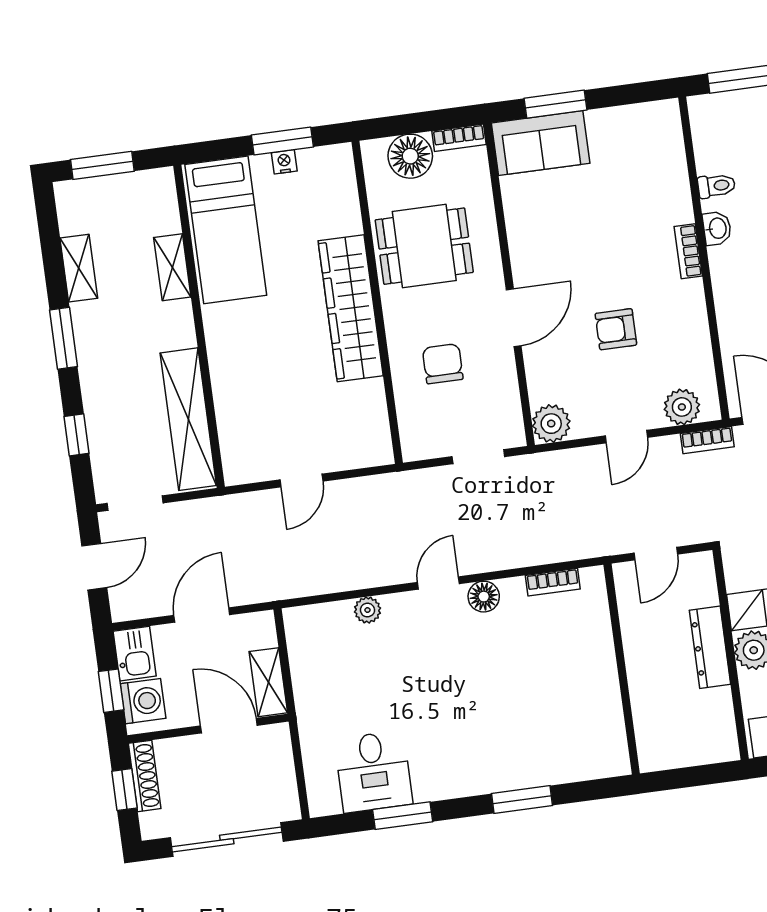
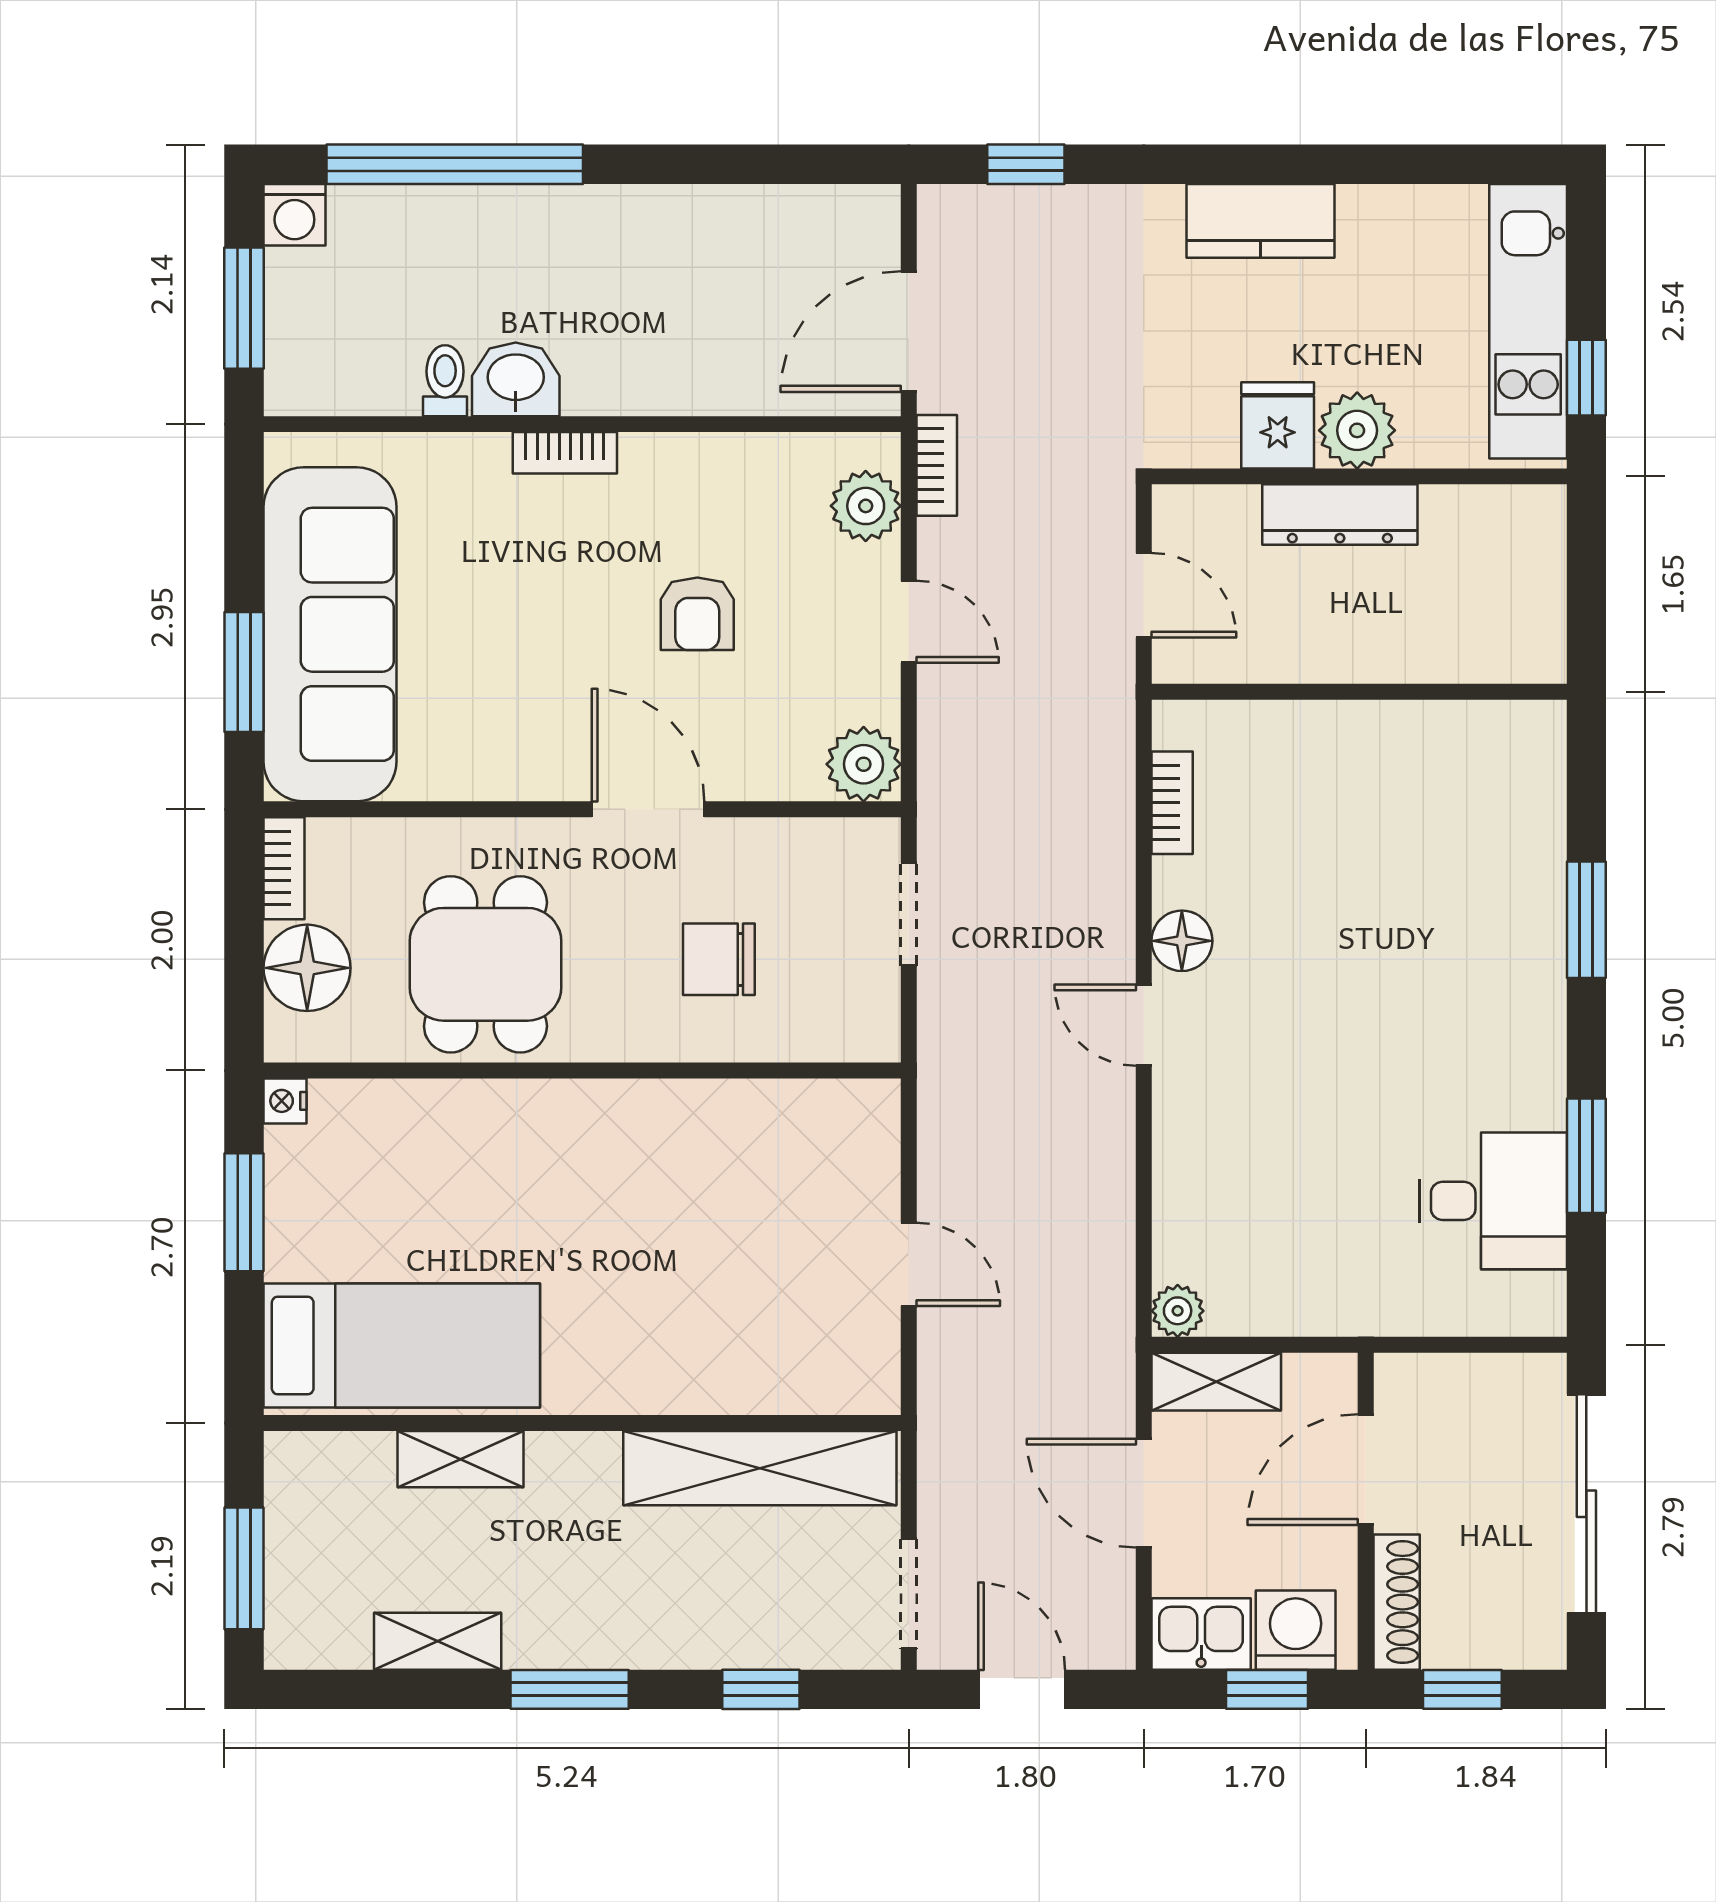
sofa: (541, 143) -> (330, 634), width x1.85, depth x1.27
nightstand: (284, 162) -> (285, 1101), moved
washbasin: (717, 228) -> (516, 379), width x1.38, depth x1.45
wardrobe: (351, 308) -> (587, 1124), removed
plant: (367, 610) -> (1178, 1311), moved
shelving: (268, 682) -> (1216, 1382), moved
shoe rack: (145, 776) -> (1397, 1602), moved, turned 90

